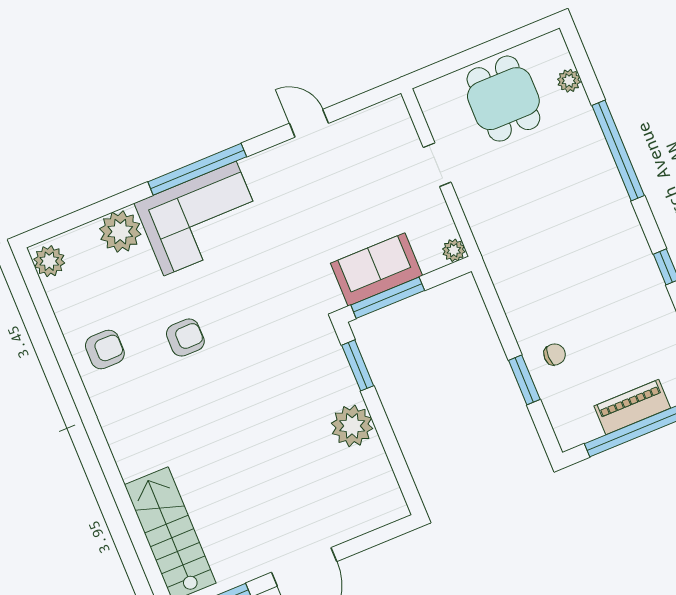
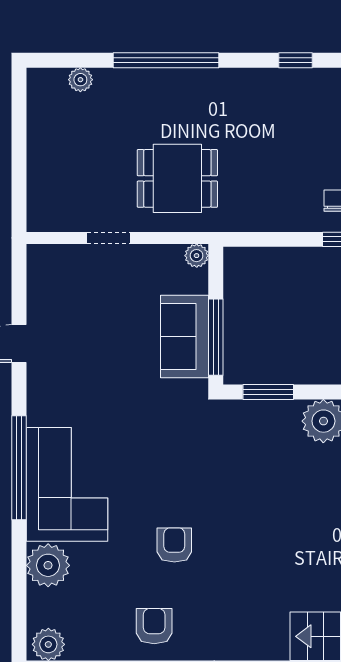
dining table: (503, 99) -> (177, 178), moved

